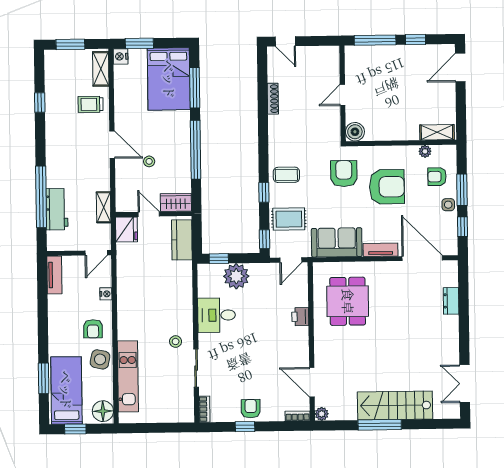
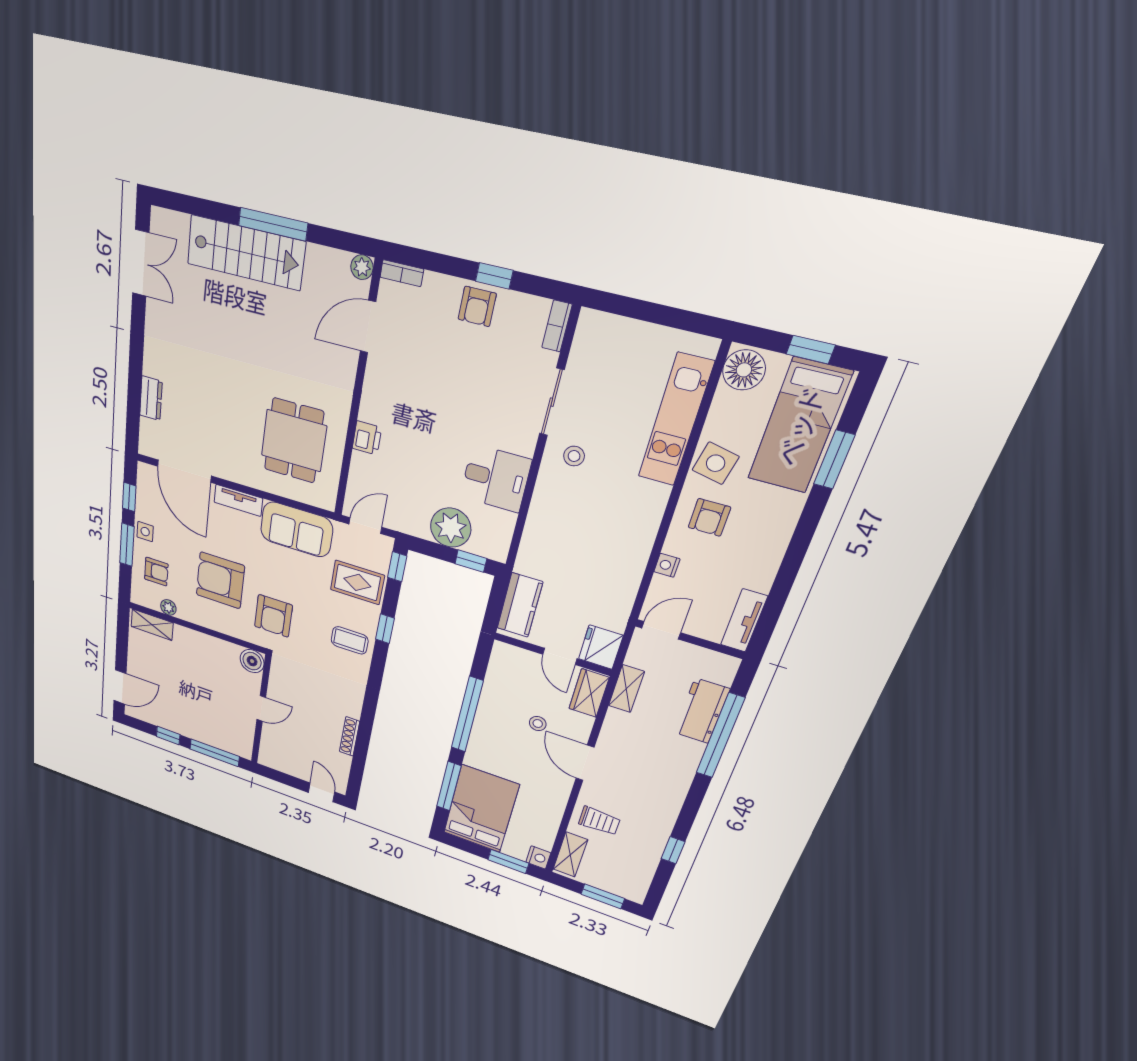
wardrobe: (176, 202) -> (589, 693), moved, turned 90
armchair: (93, 329) -> (709, 517), turned 180
door: (312, 382) -> (368, 327), swing flipped

